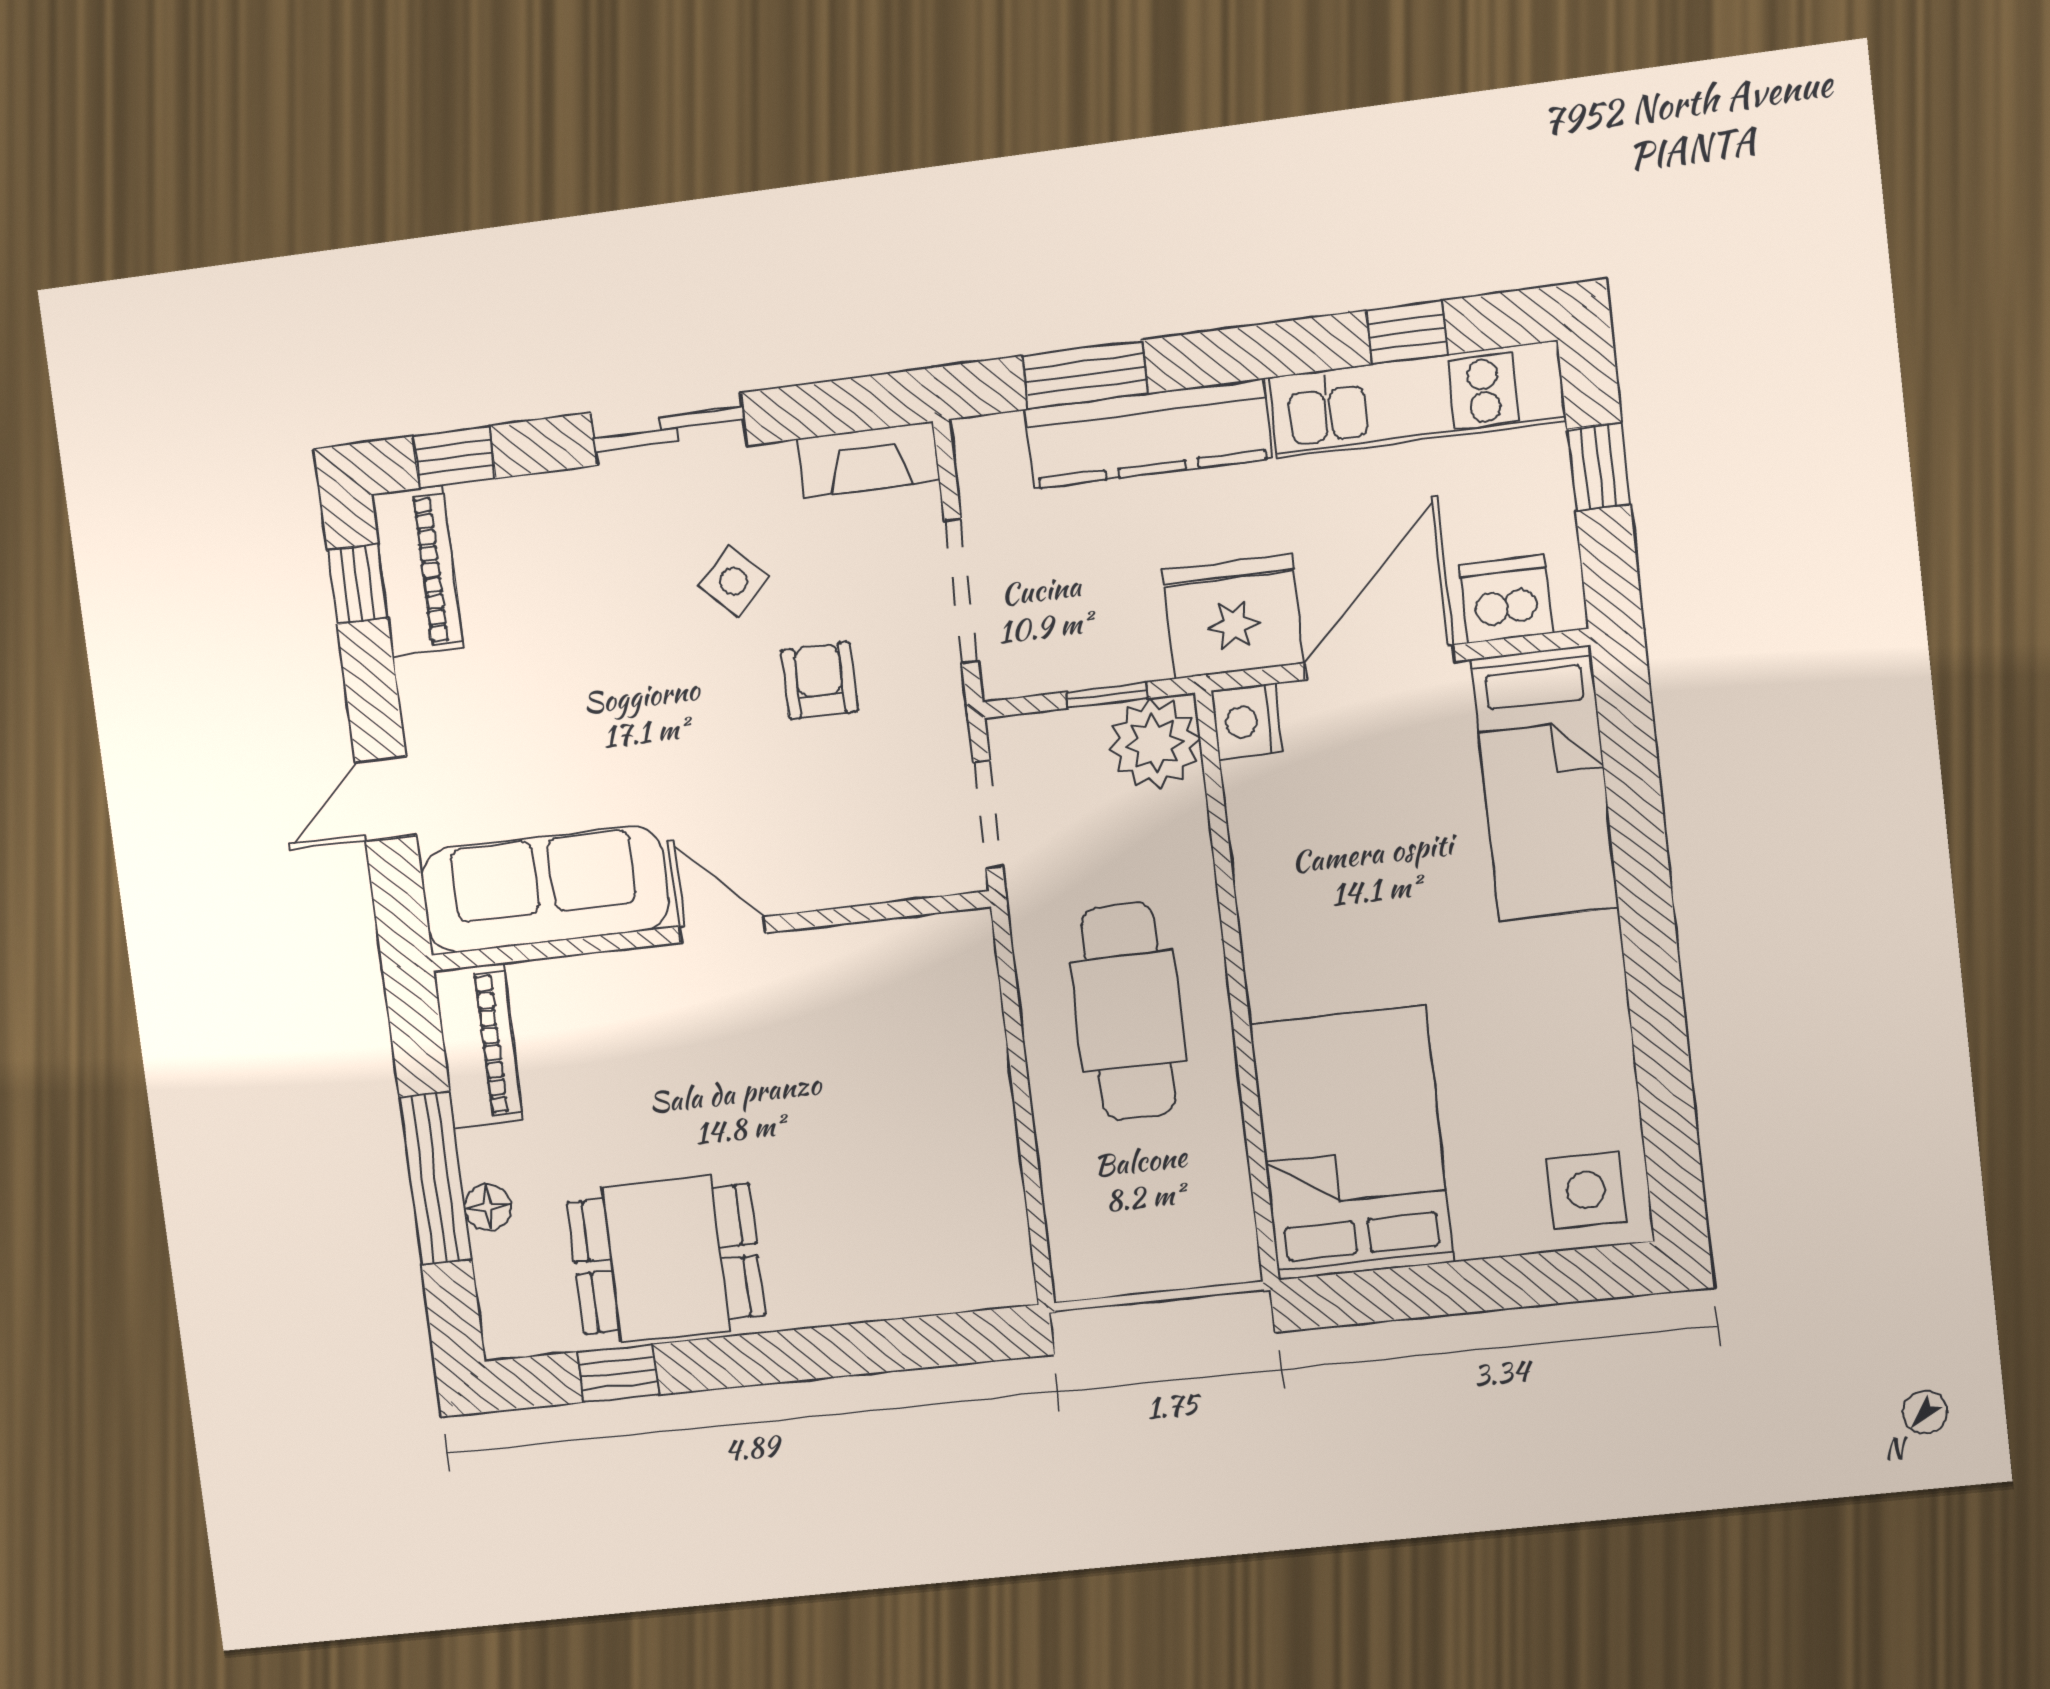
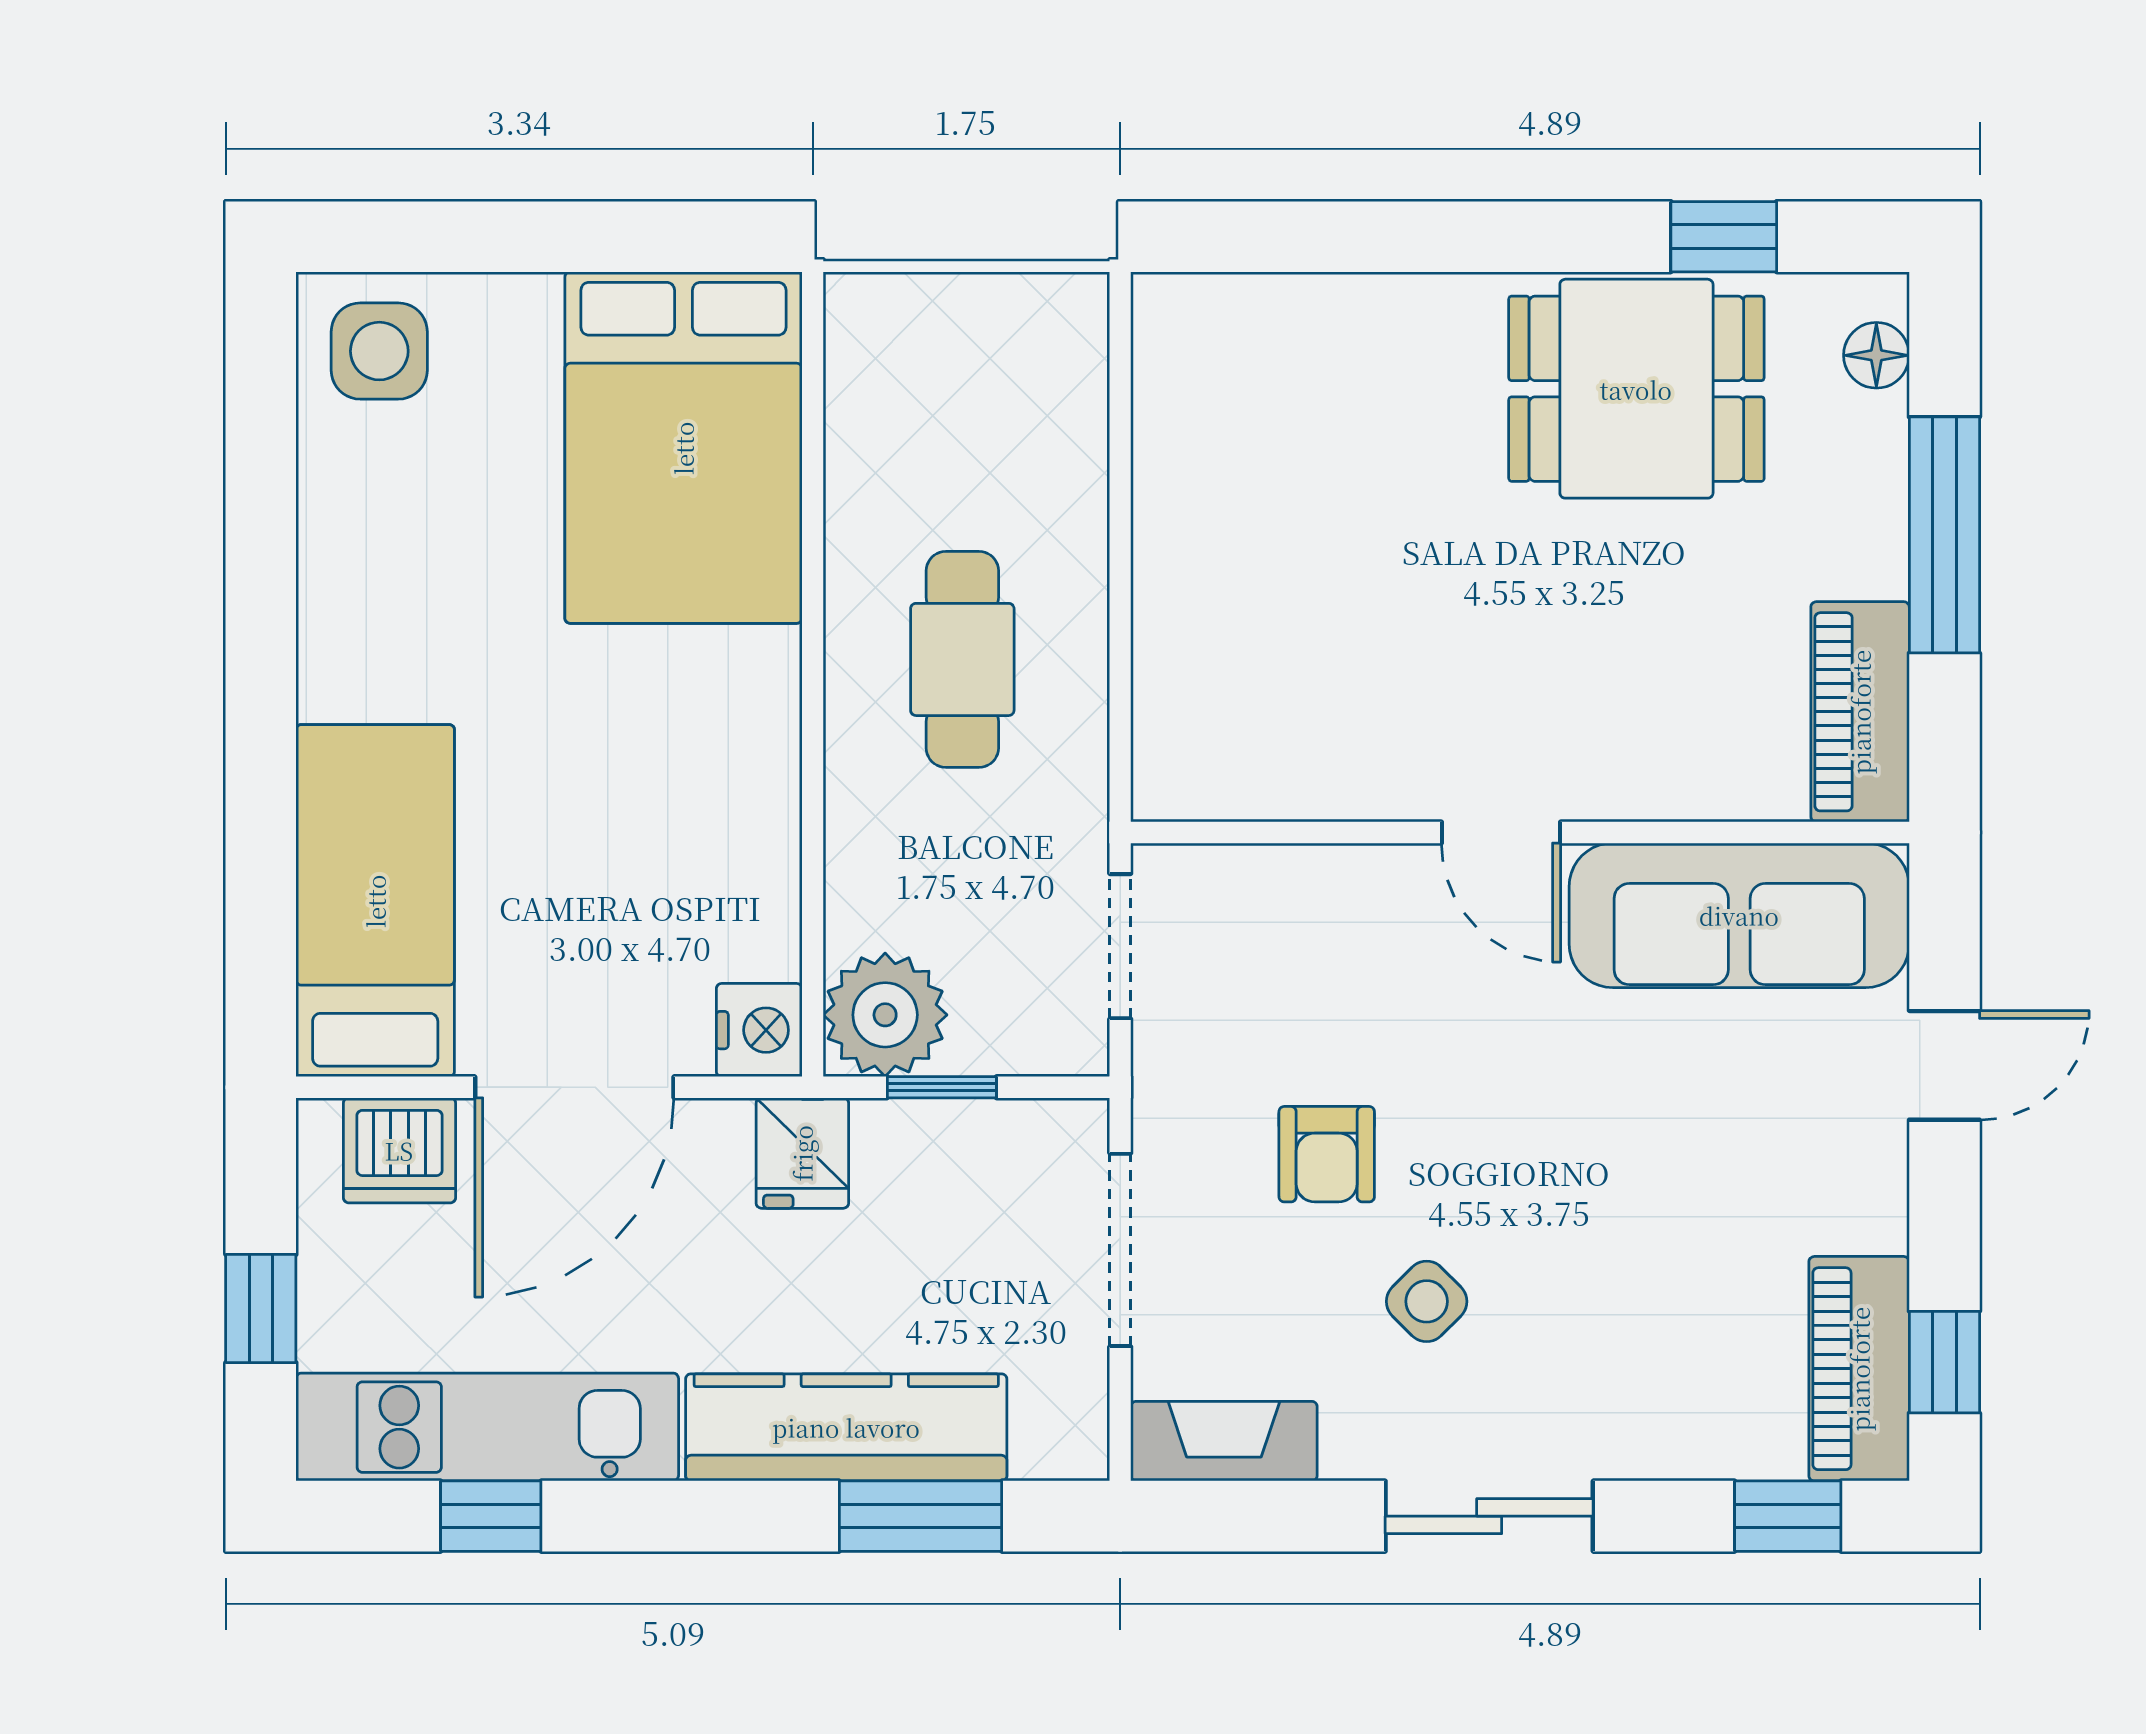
fridge: (1233, 616) -> (802, 1153), width x0.53, depth x0.75
cafe table: (1128, 1011) -> (962, 659), width x0.73, depth x0.74
floor lamp: (488, 1207) -> (1876, 355), moved

